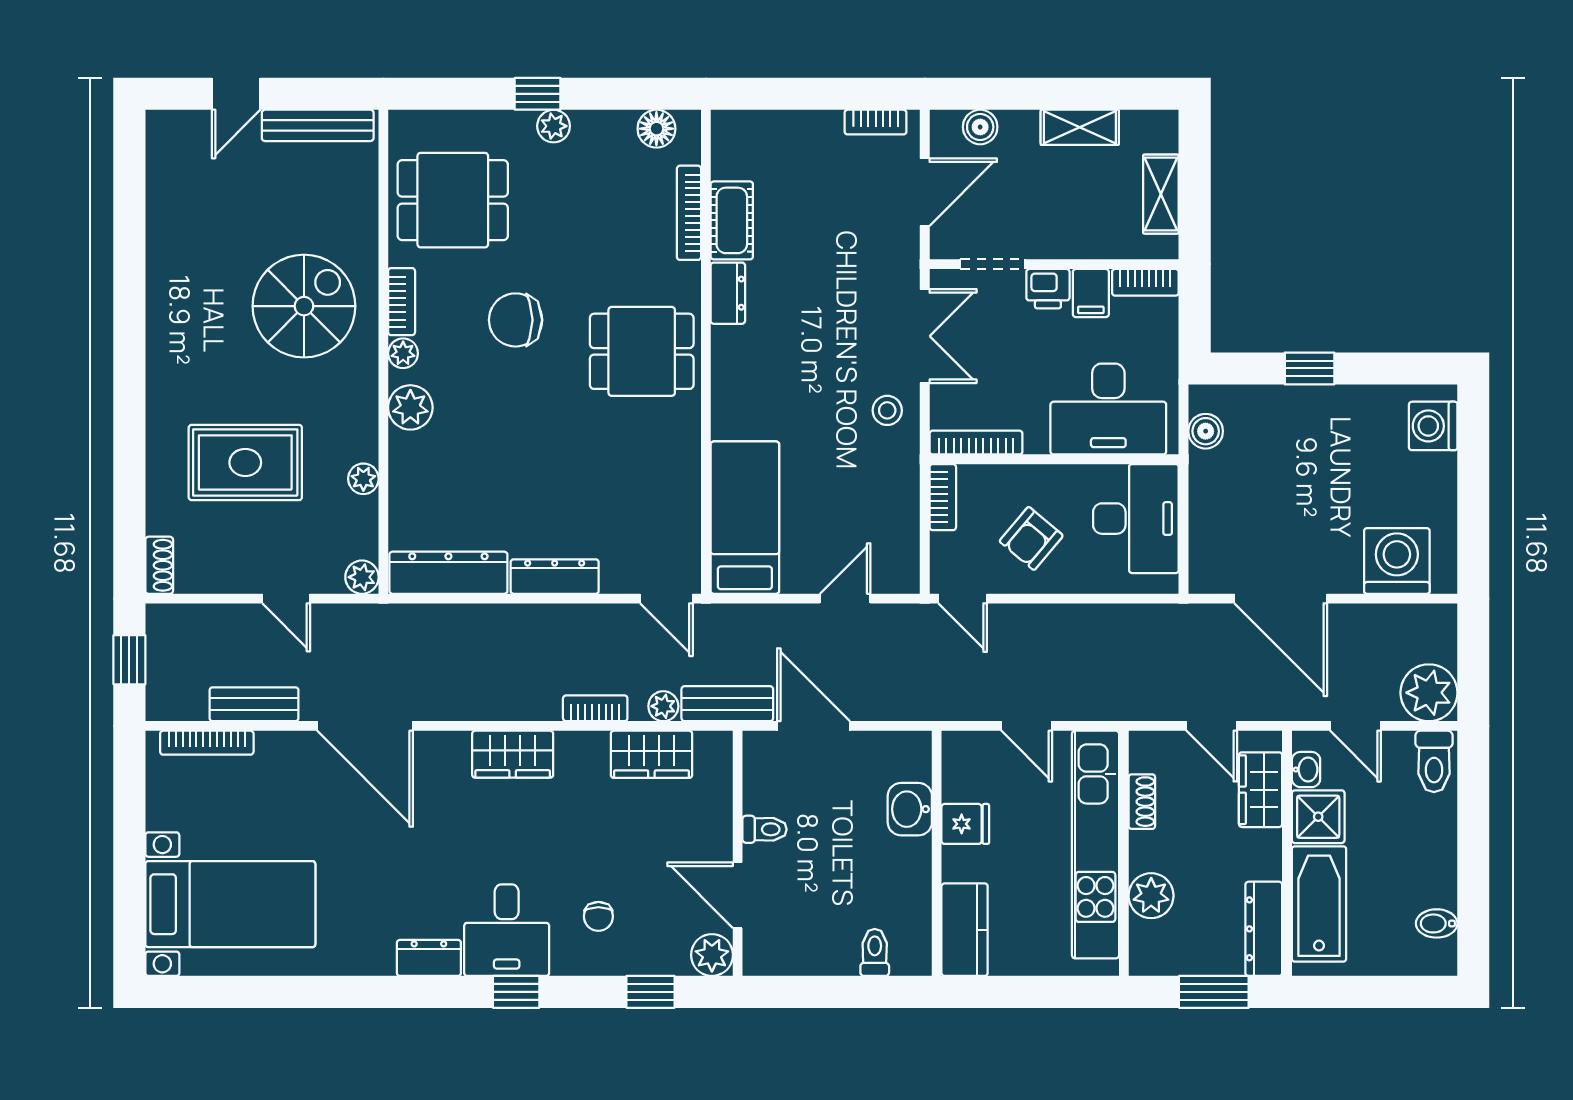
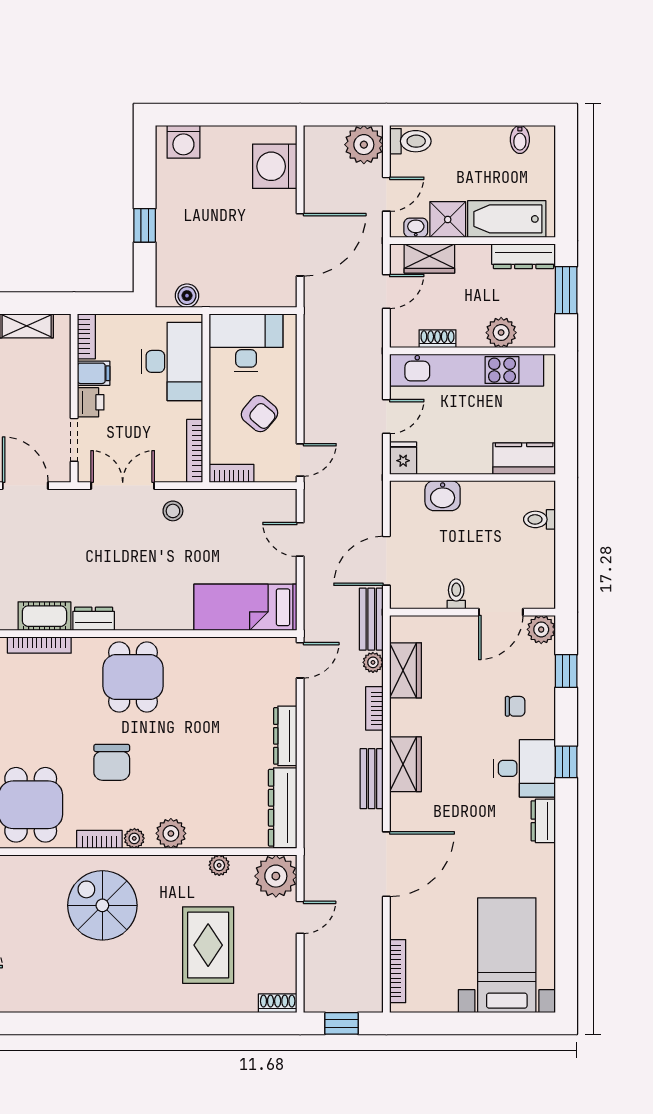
plant: (362, 577) -> (276, 876), width x1.87, depth x1.87
bench: (254, 704) -> (372, 779), moved
fridge: (965, 824) -> (403, 458), moved

